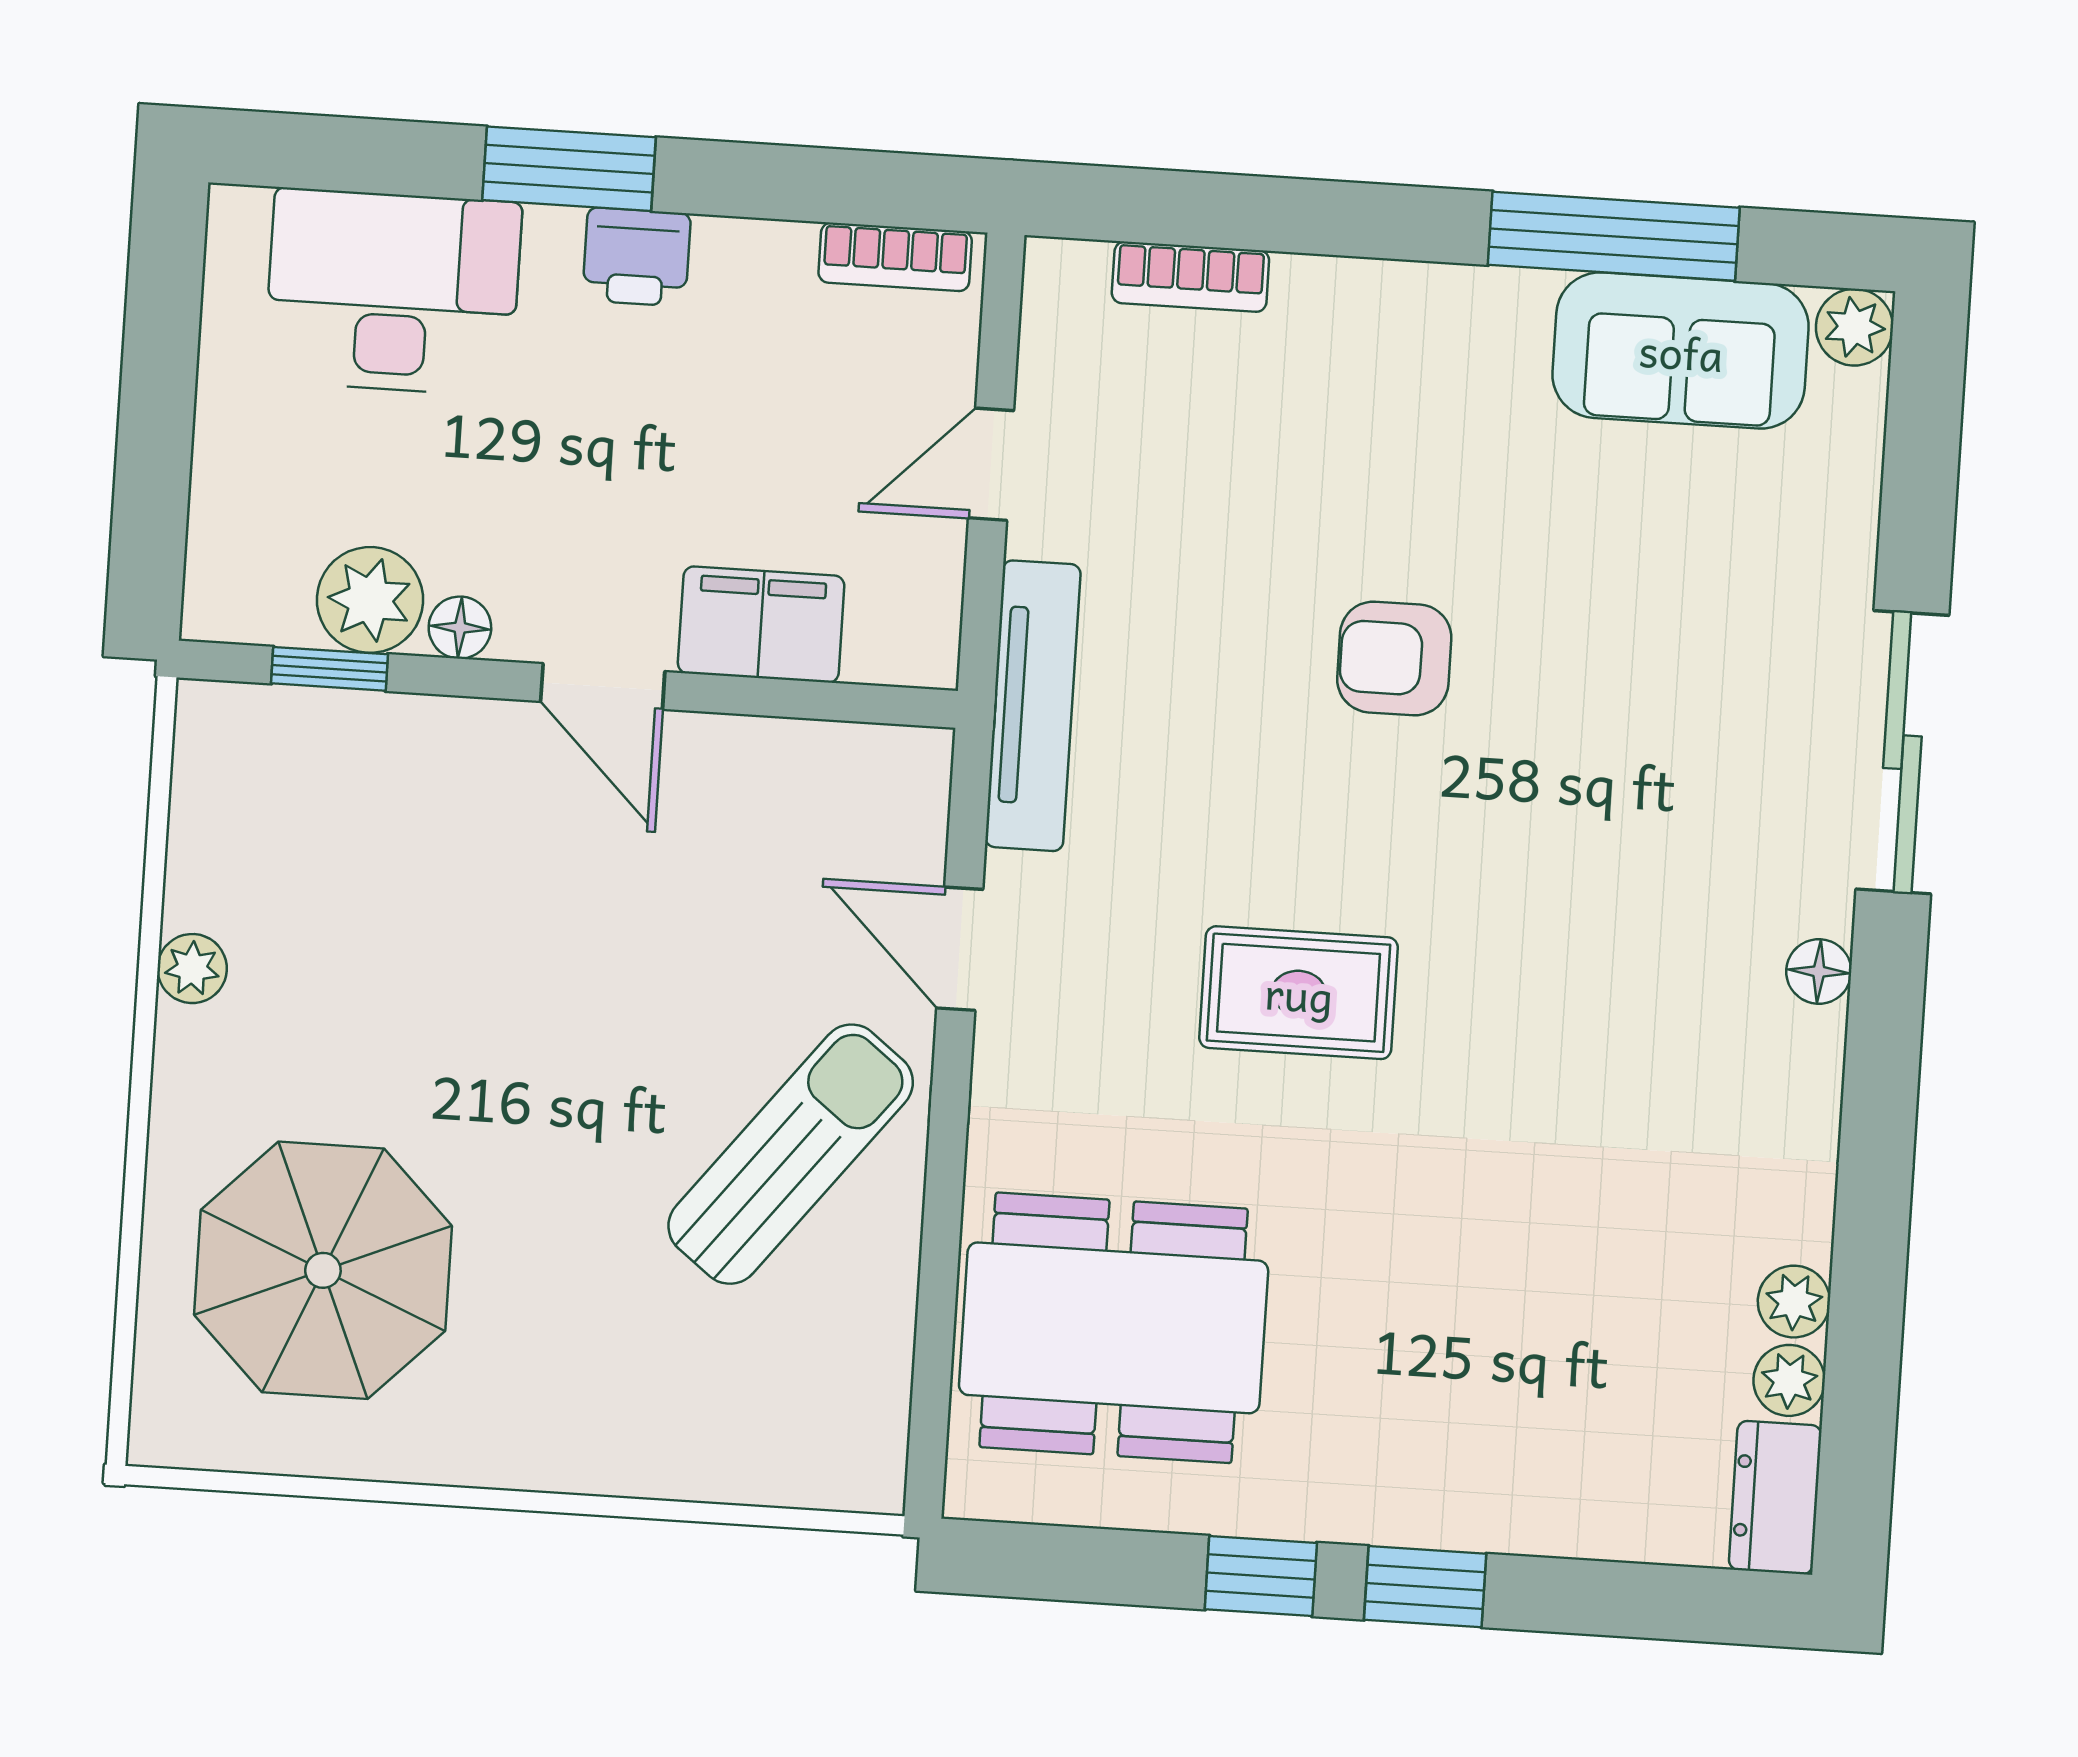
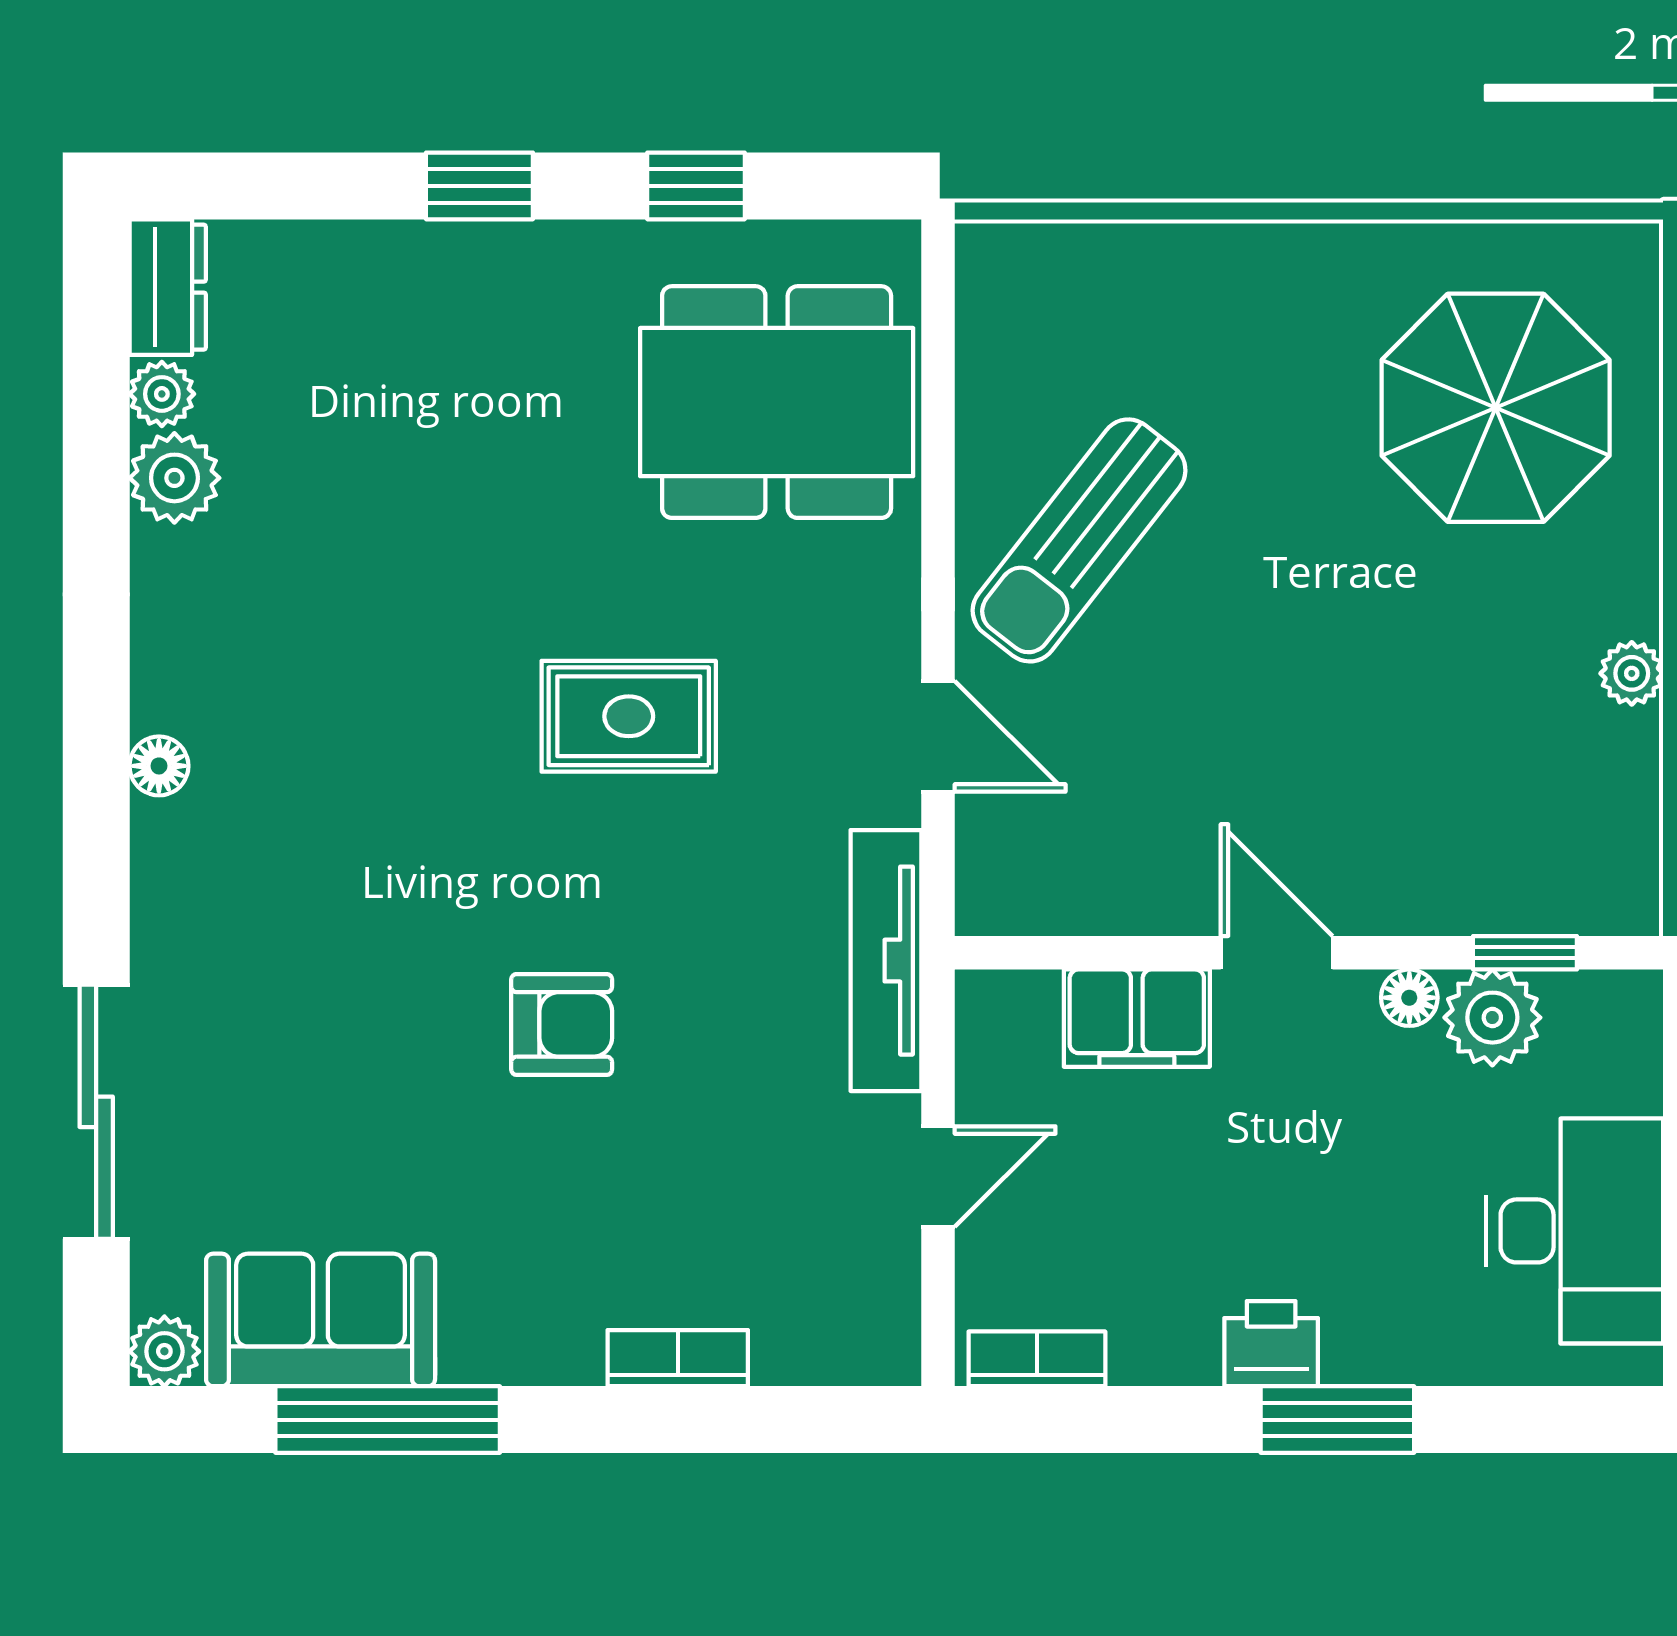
bookcase: (1190, 277) -> (678, 1358), moved
desk: (393, 292) -> (1575, 1231), moved, turned -90
sliding door: (1902, 752) -> (96, 1112), moved
plant: (1794, 1302) -> (174, 478), width x1.38, depth x1.38
window: (1261, 1576) -> (696, 186), moved

